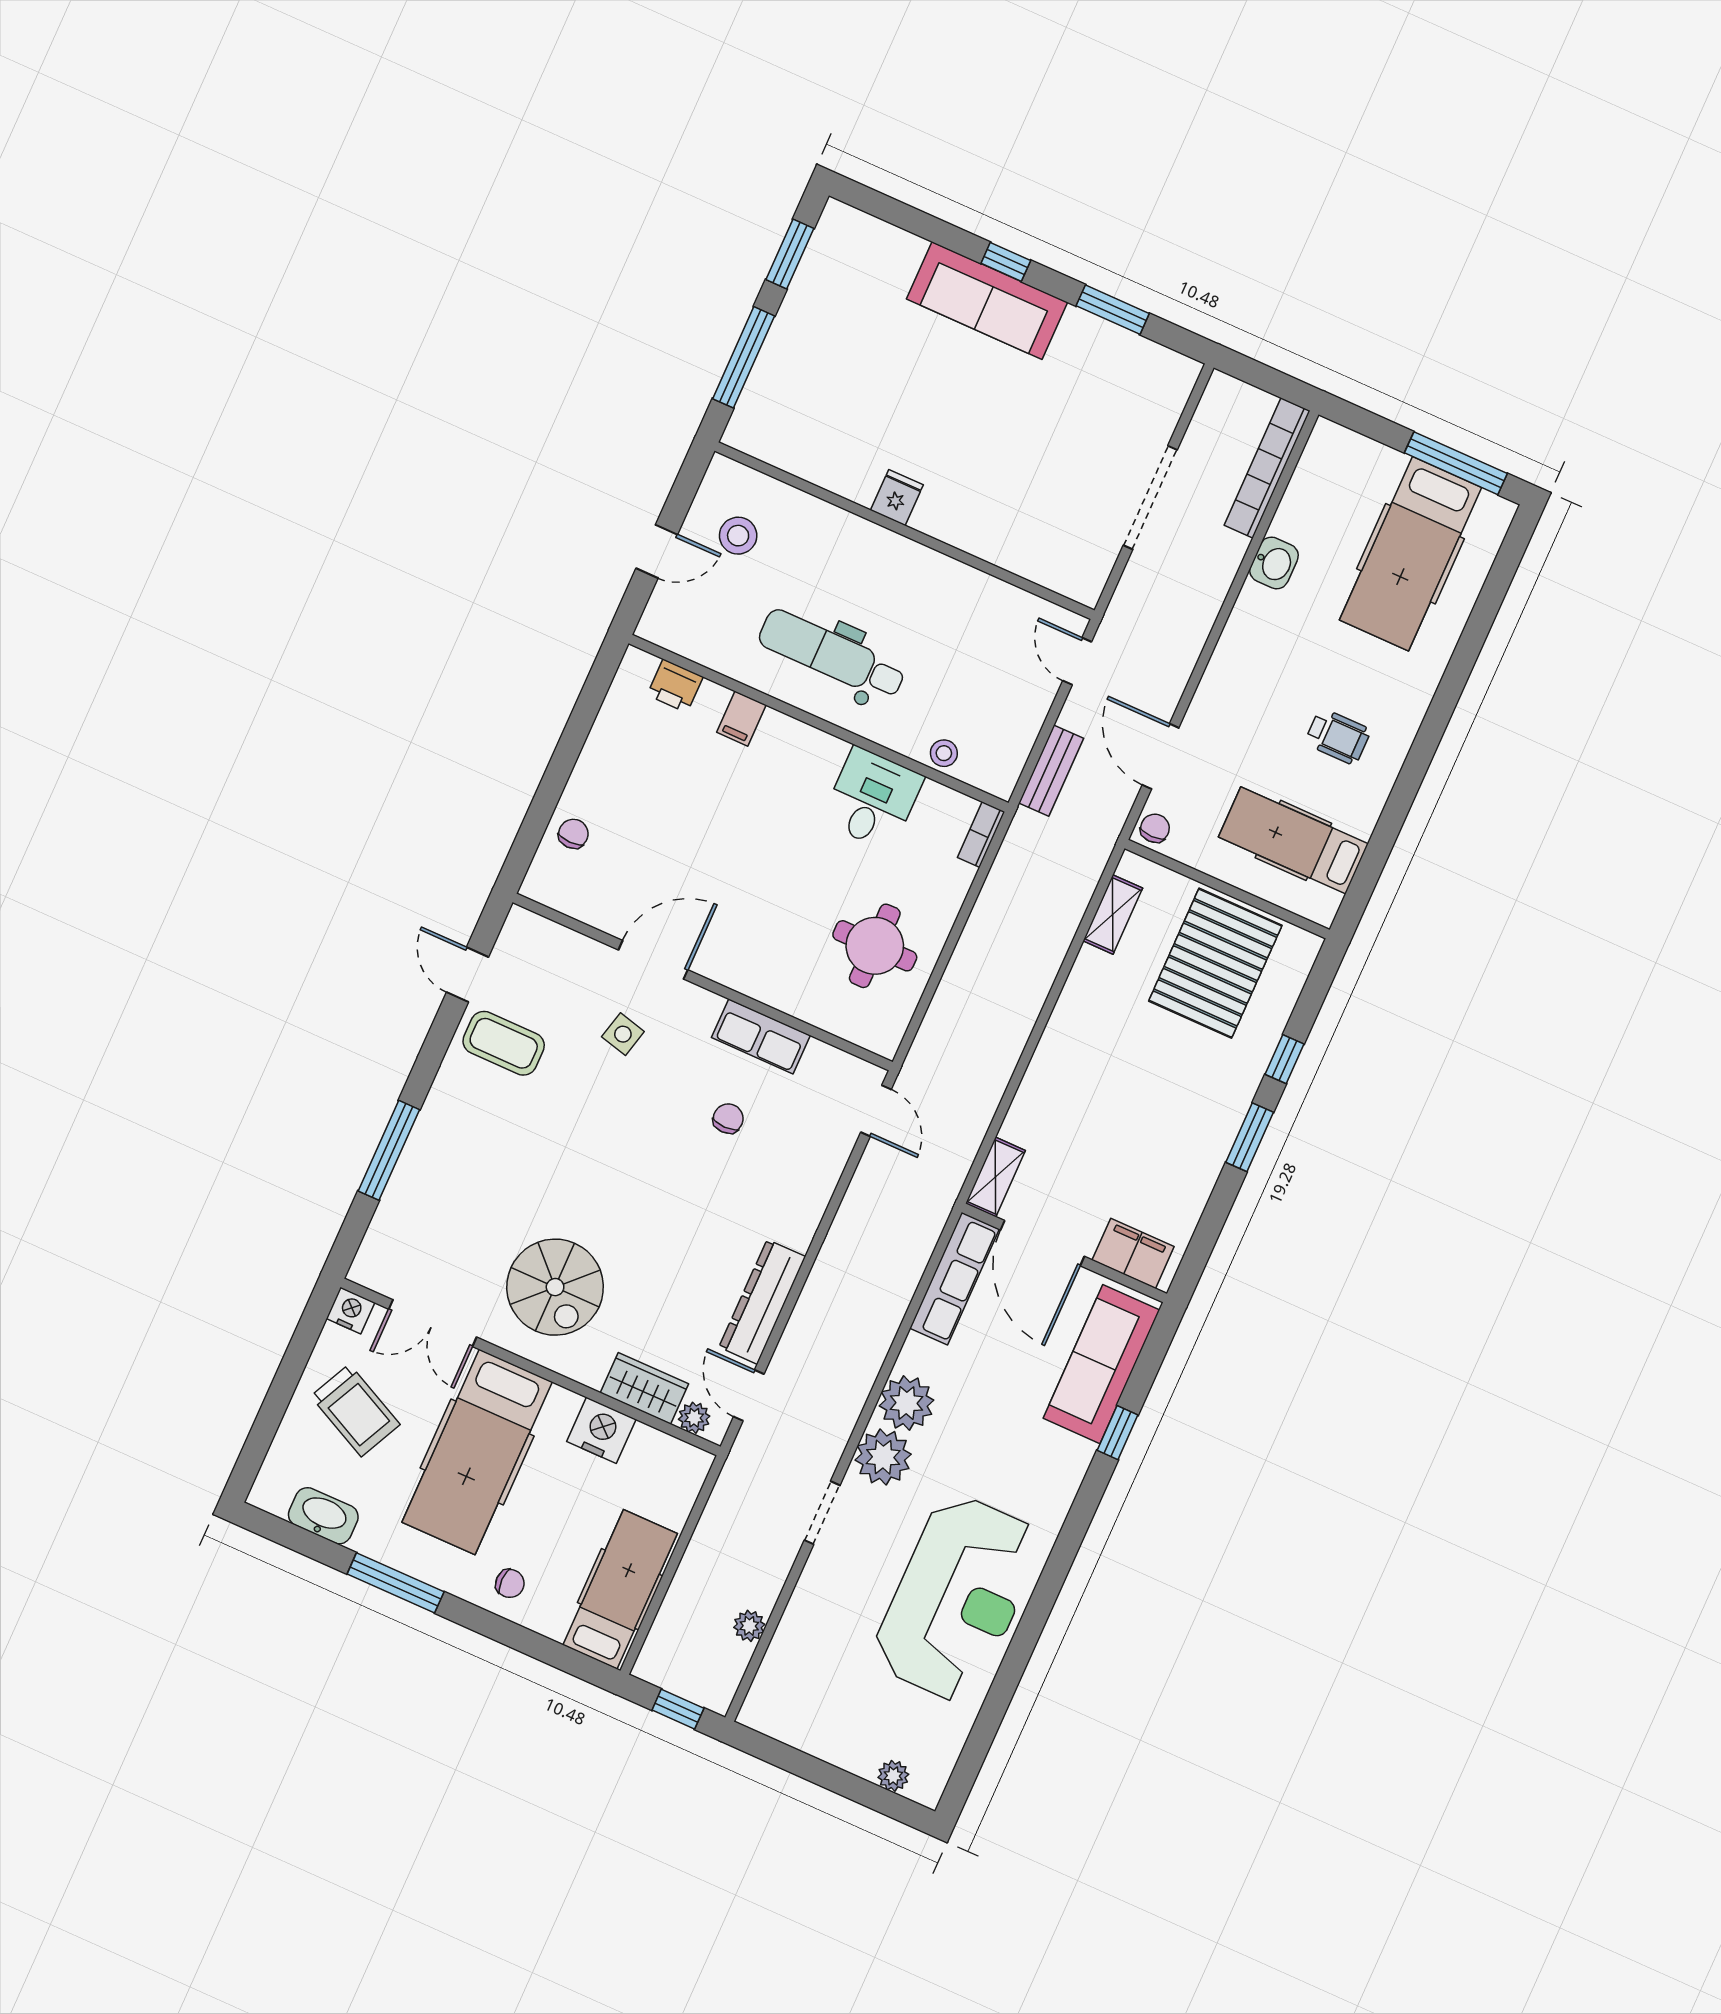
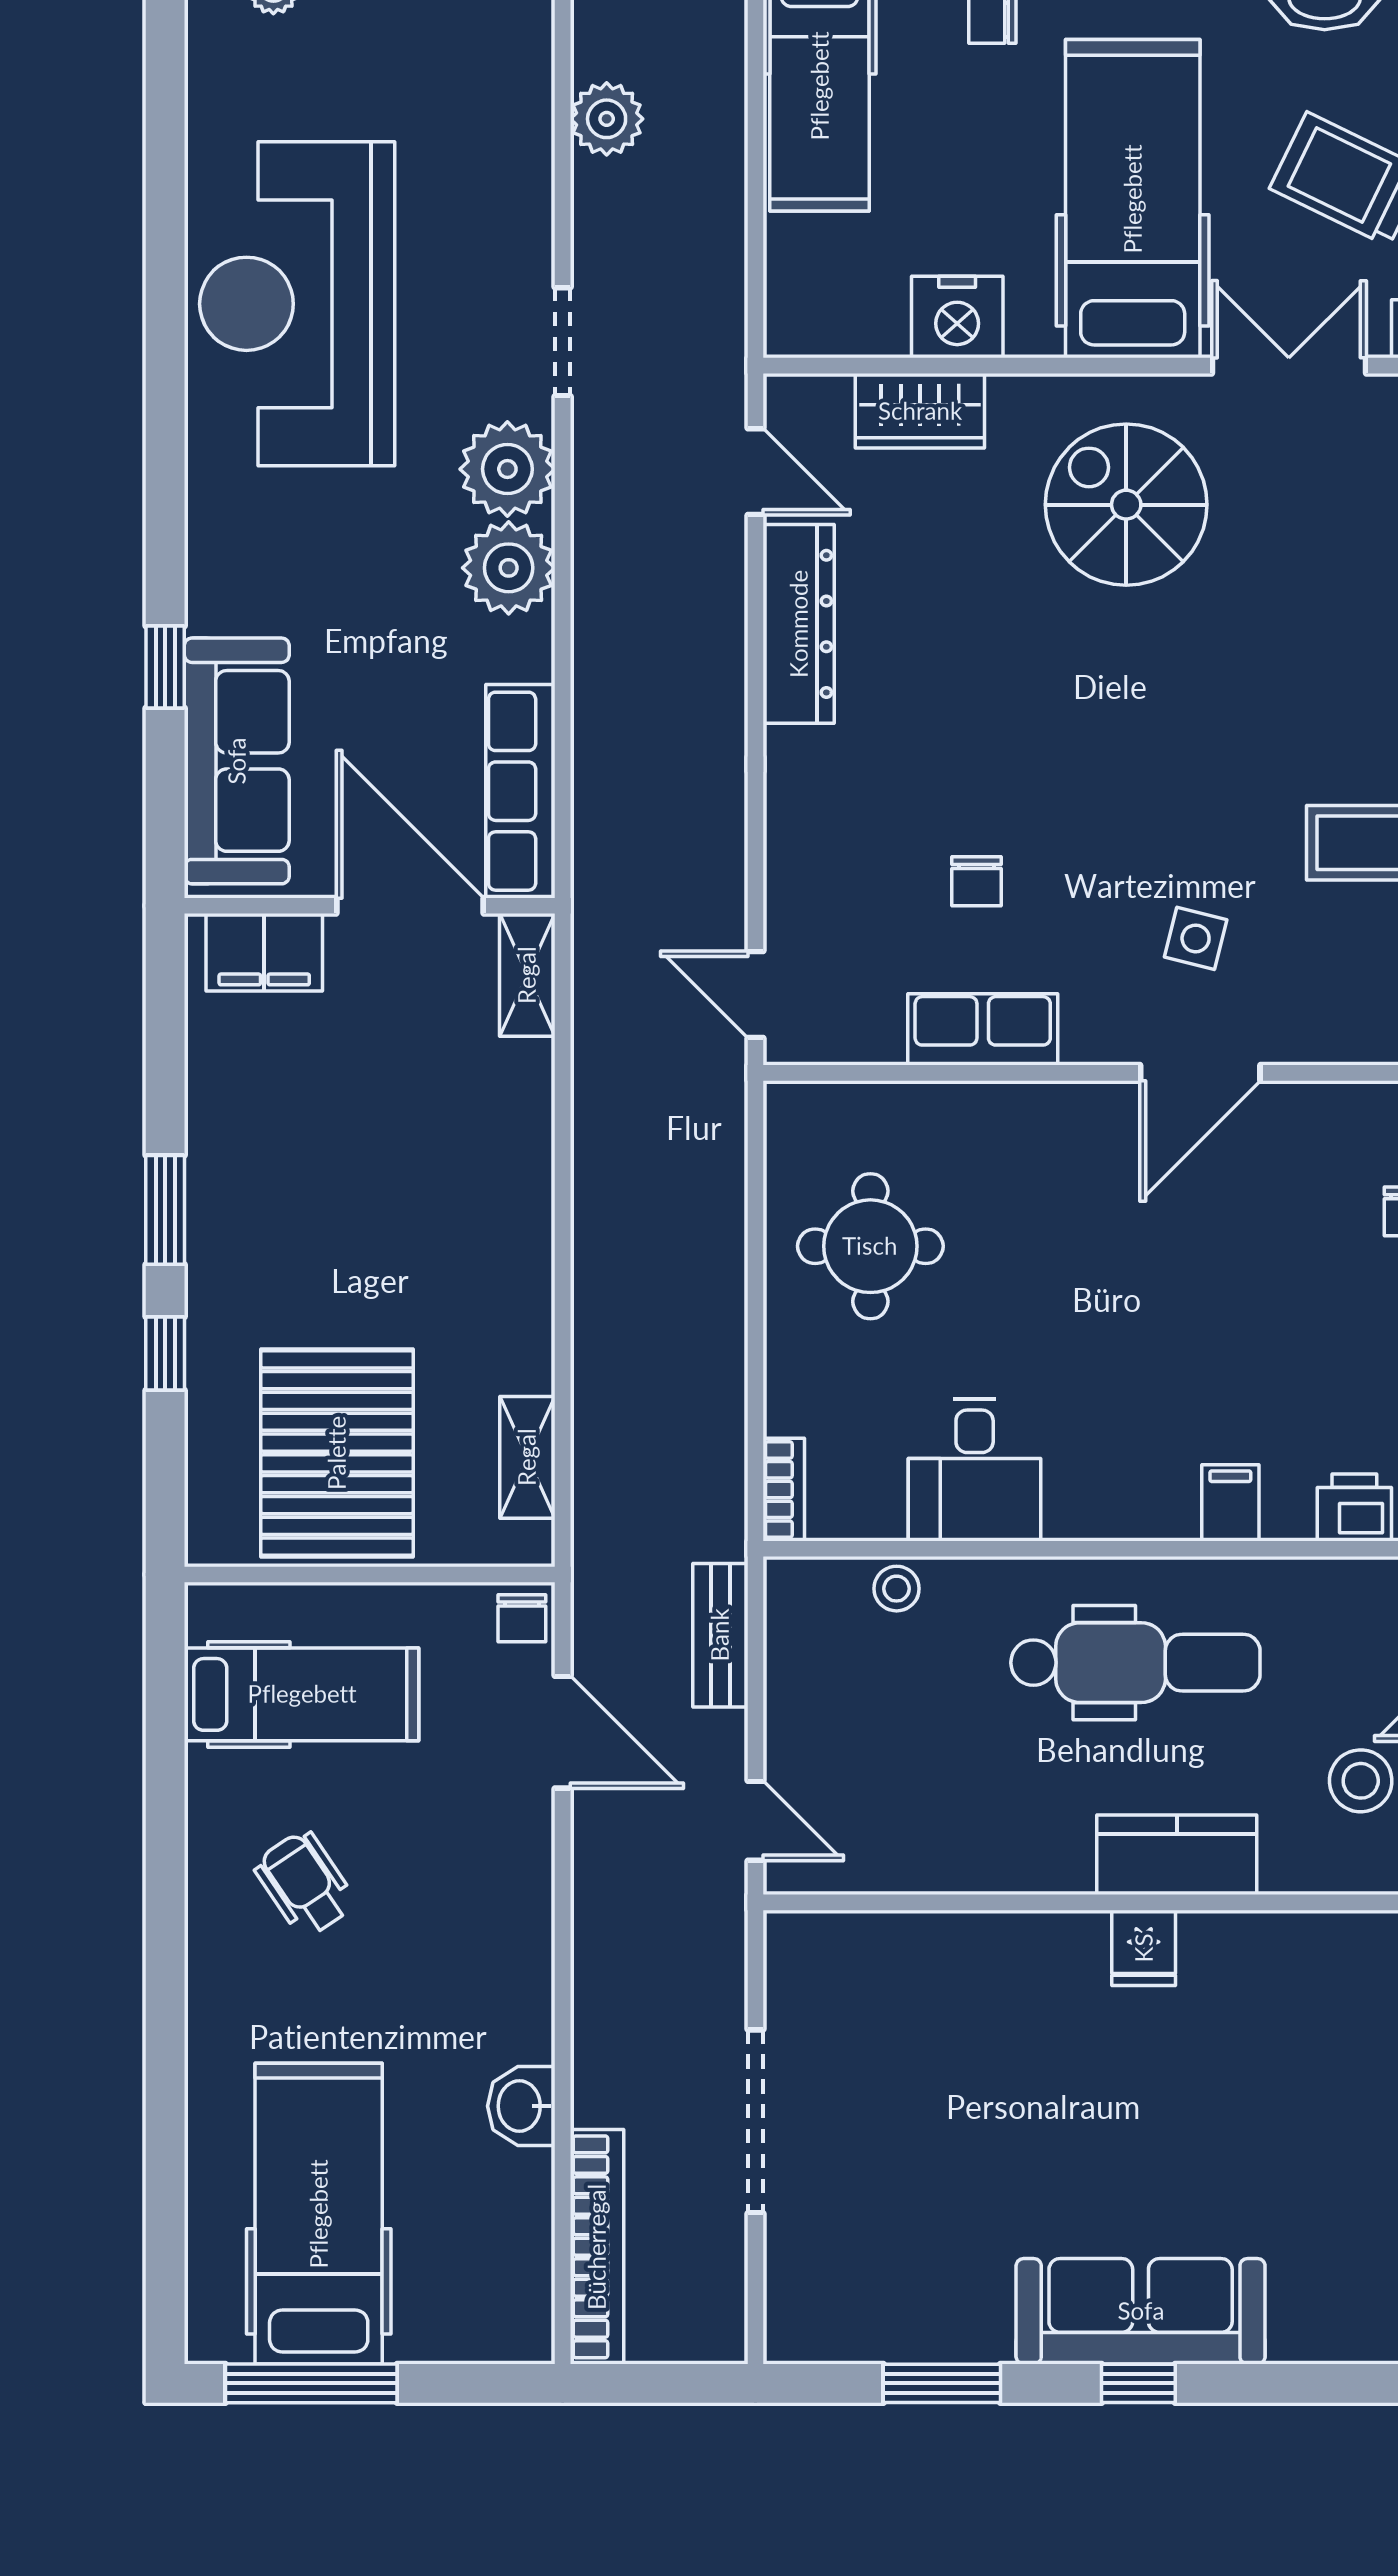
kitchen counter: (856, 540) -> (1177, 1855), added
wheelchair: (1338, 737) -> (305, 1884), turned 56
plant: (694, 1418) -> (824, 400), removed
plant: (749, 1626) -> (607, 119), width x1.38, depth x1.38

